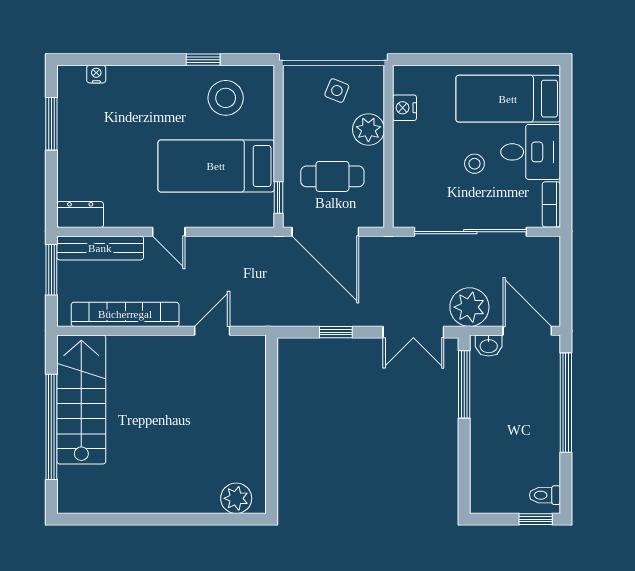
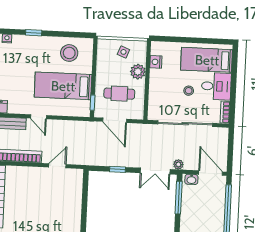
window: (203, 60) -> (34, 33), moved
door: (325, 232) -> (115, 120), width x0.73
plant: (469, 307) -> (178, 164), width x0.53, depth x0.53

